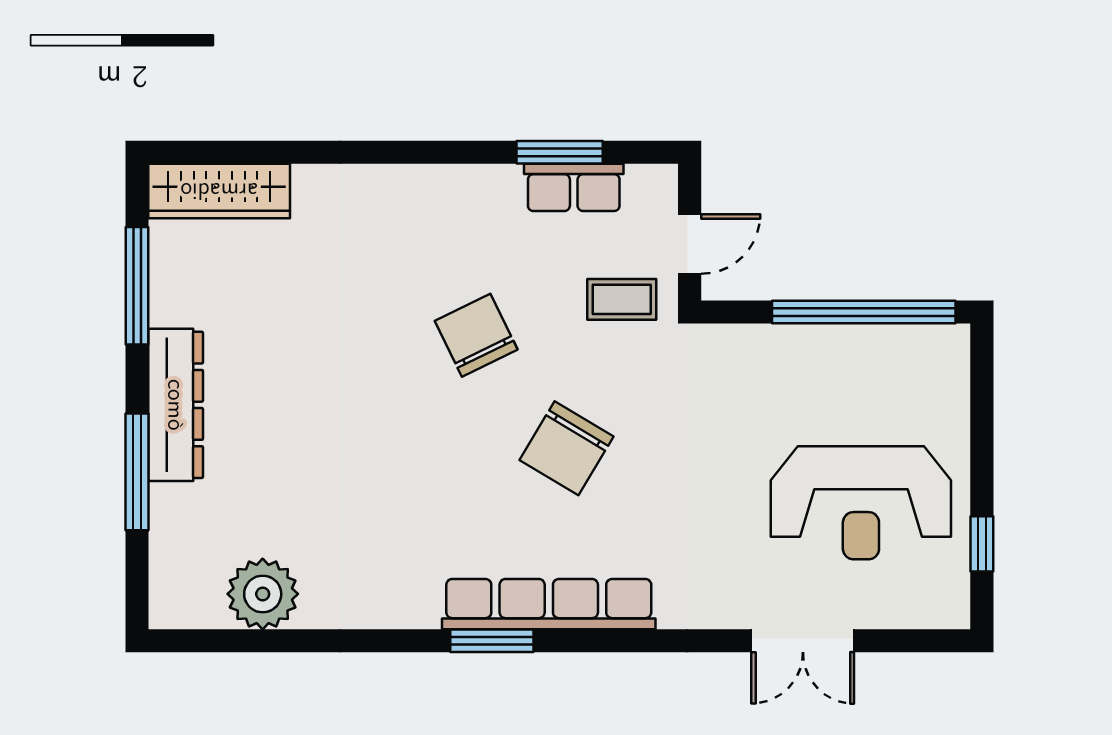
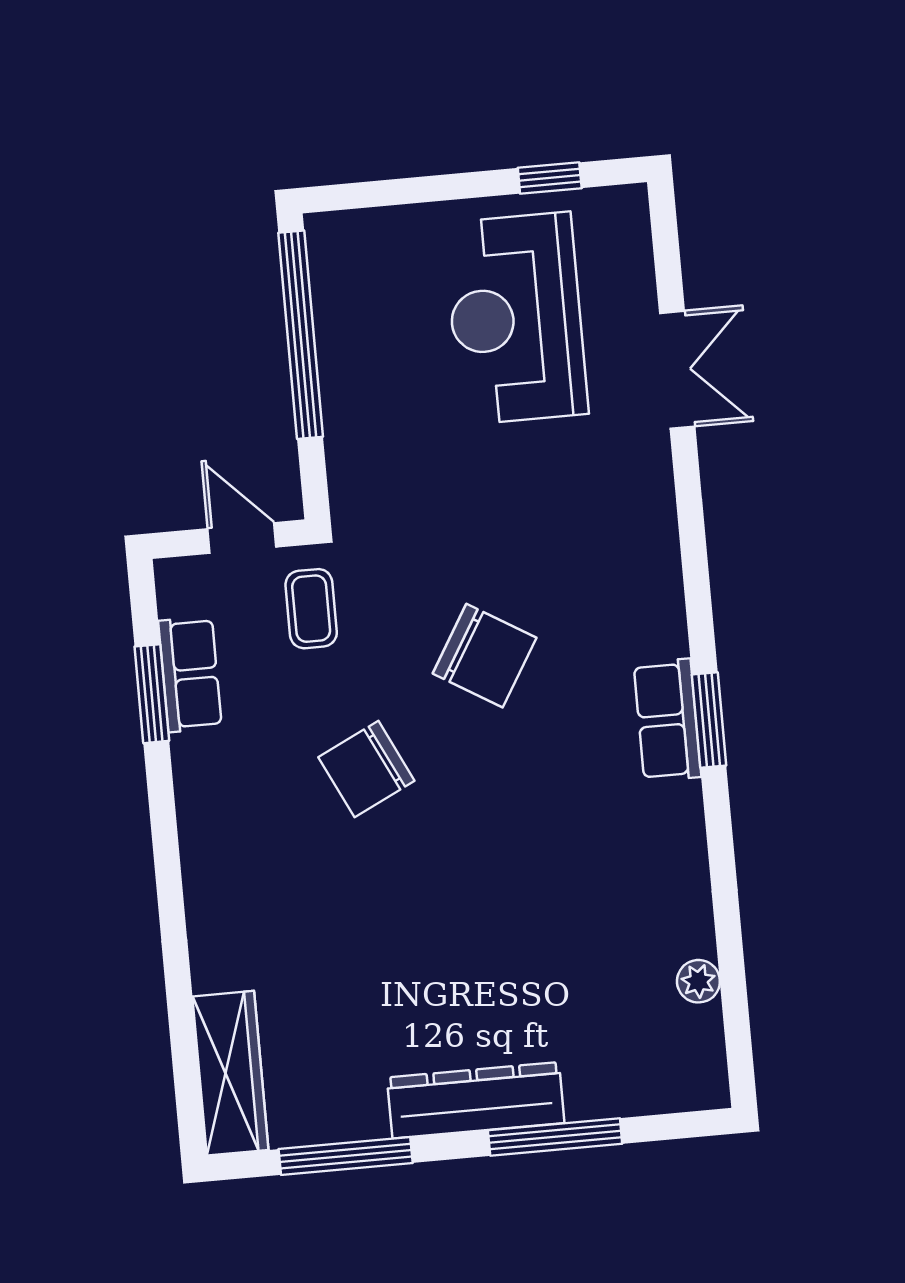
reception desk: (861, 503) -> (516, 318), turned 180
plant: (263, 594) -> (698, 981), width x0.53, depth x0.53
row of seats: (549, 604) -> (667, 720), width x0.50

